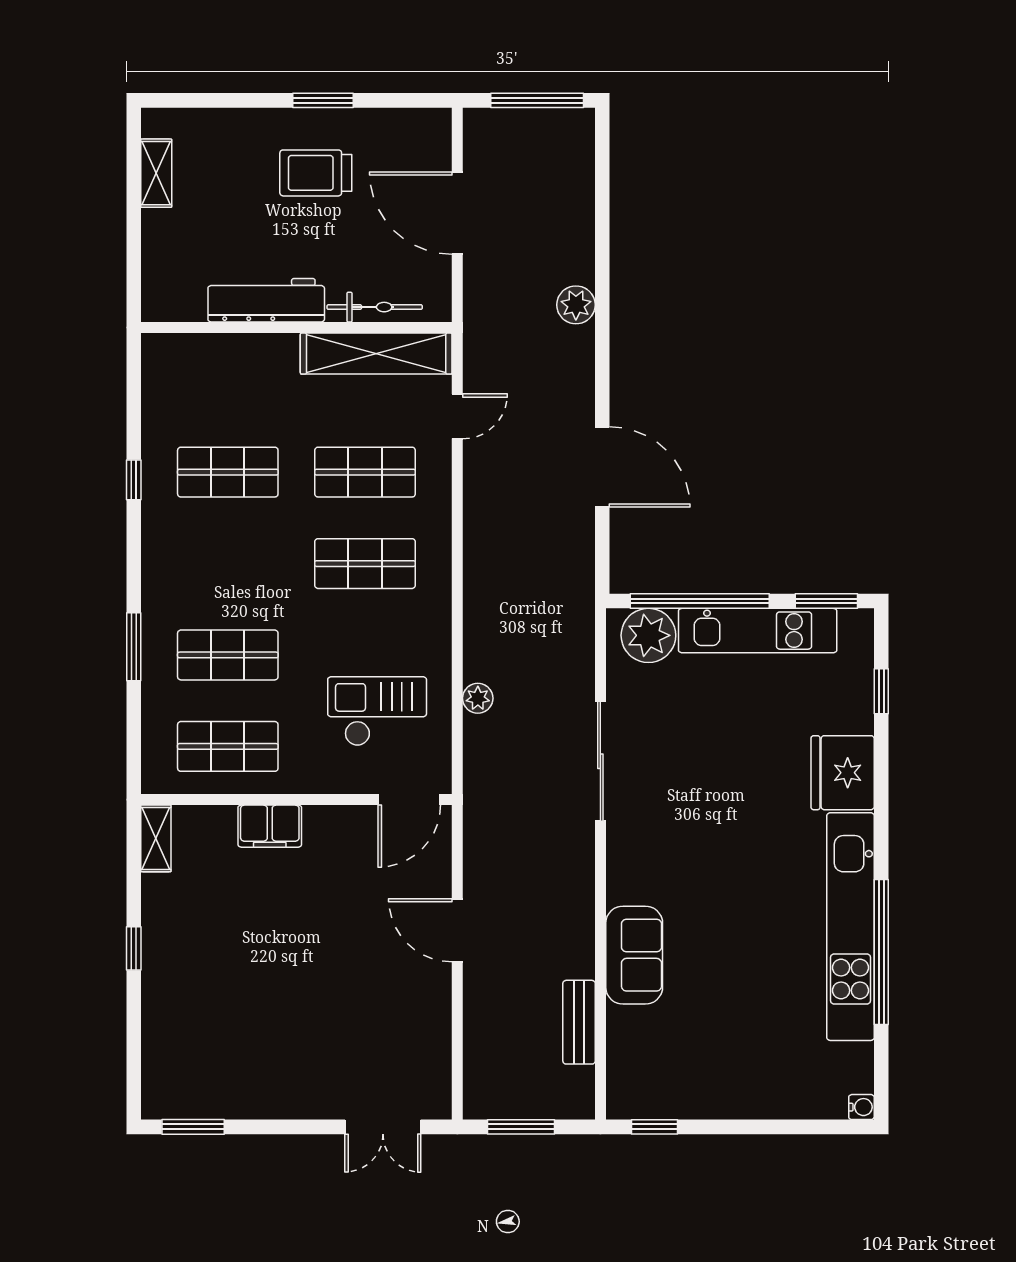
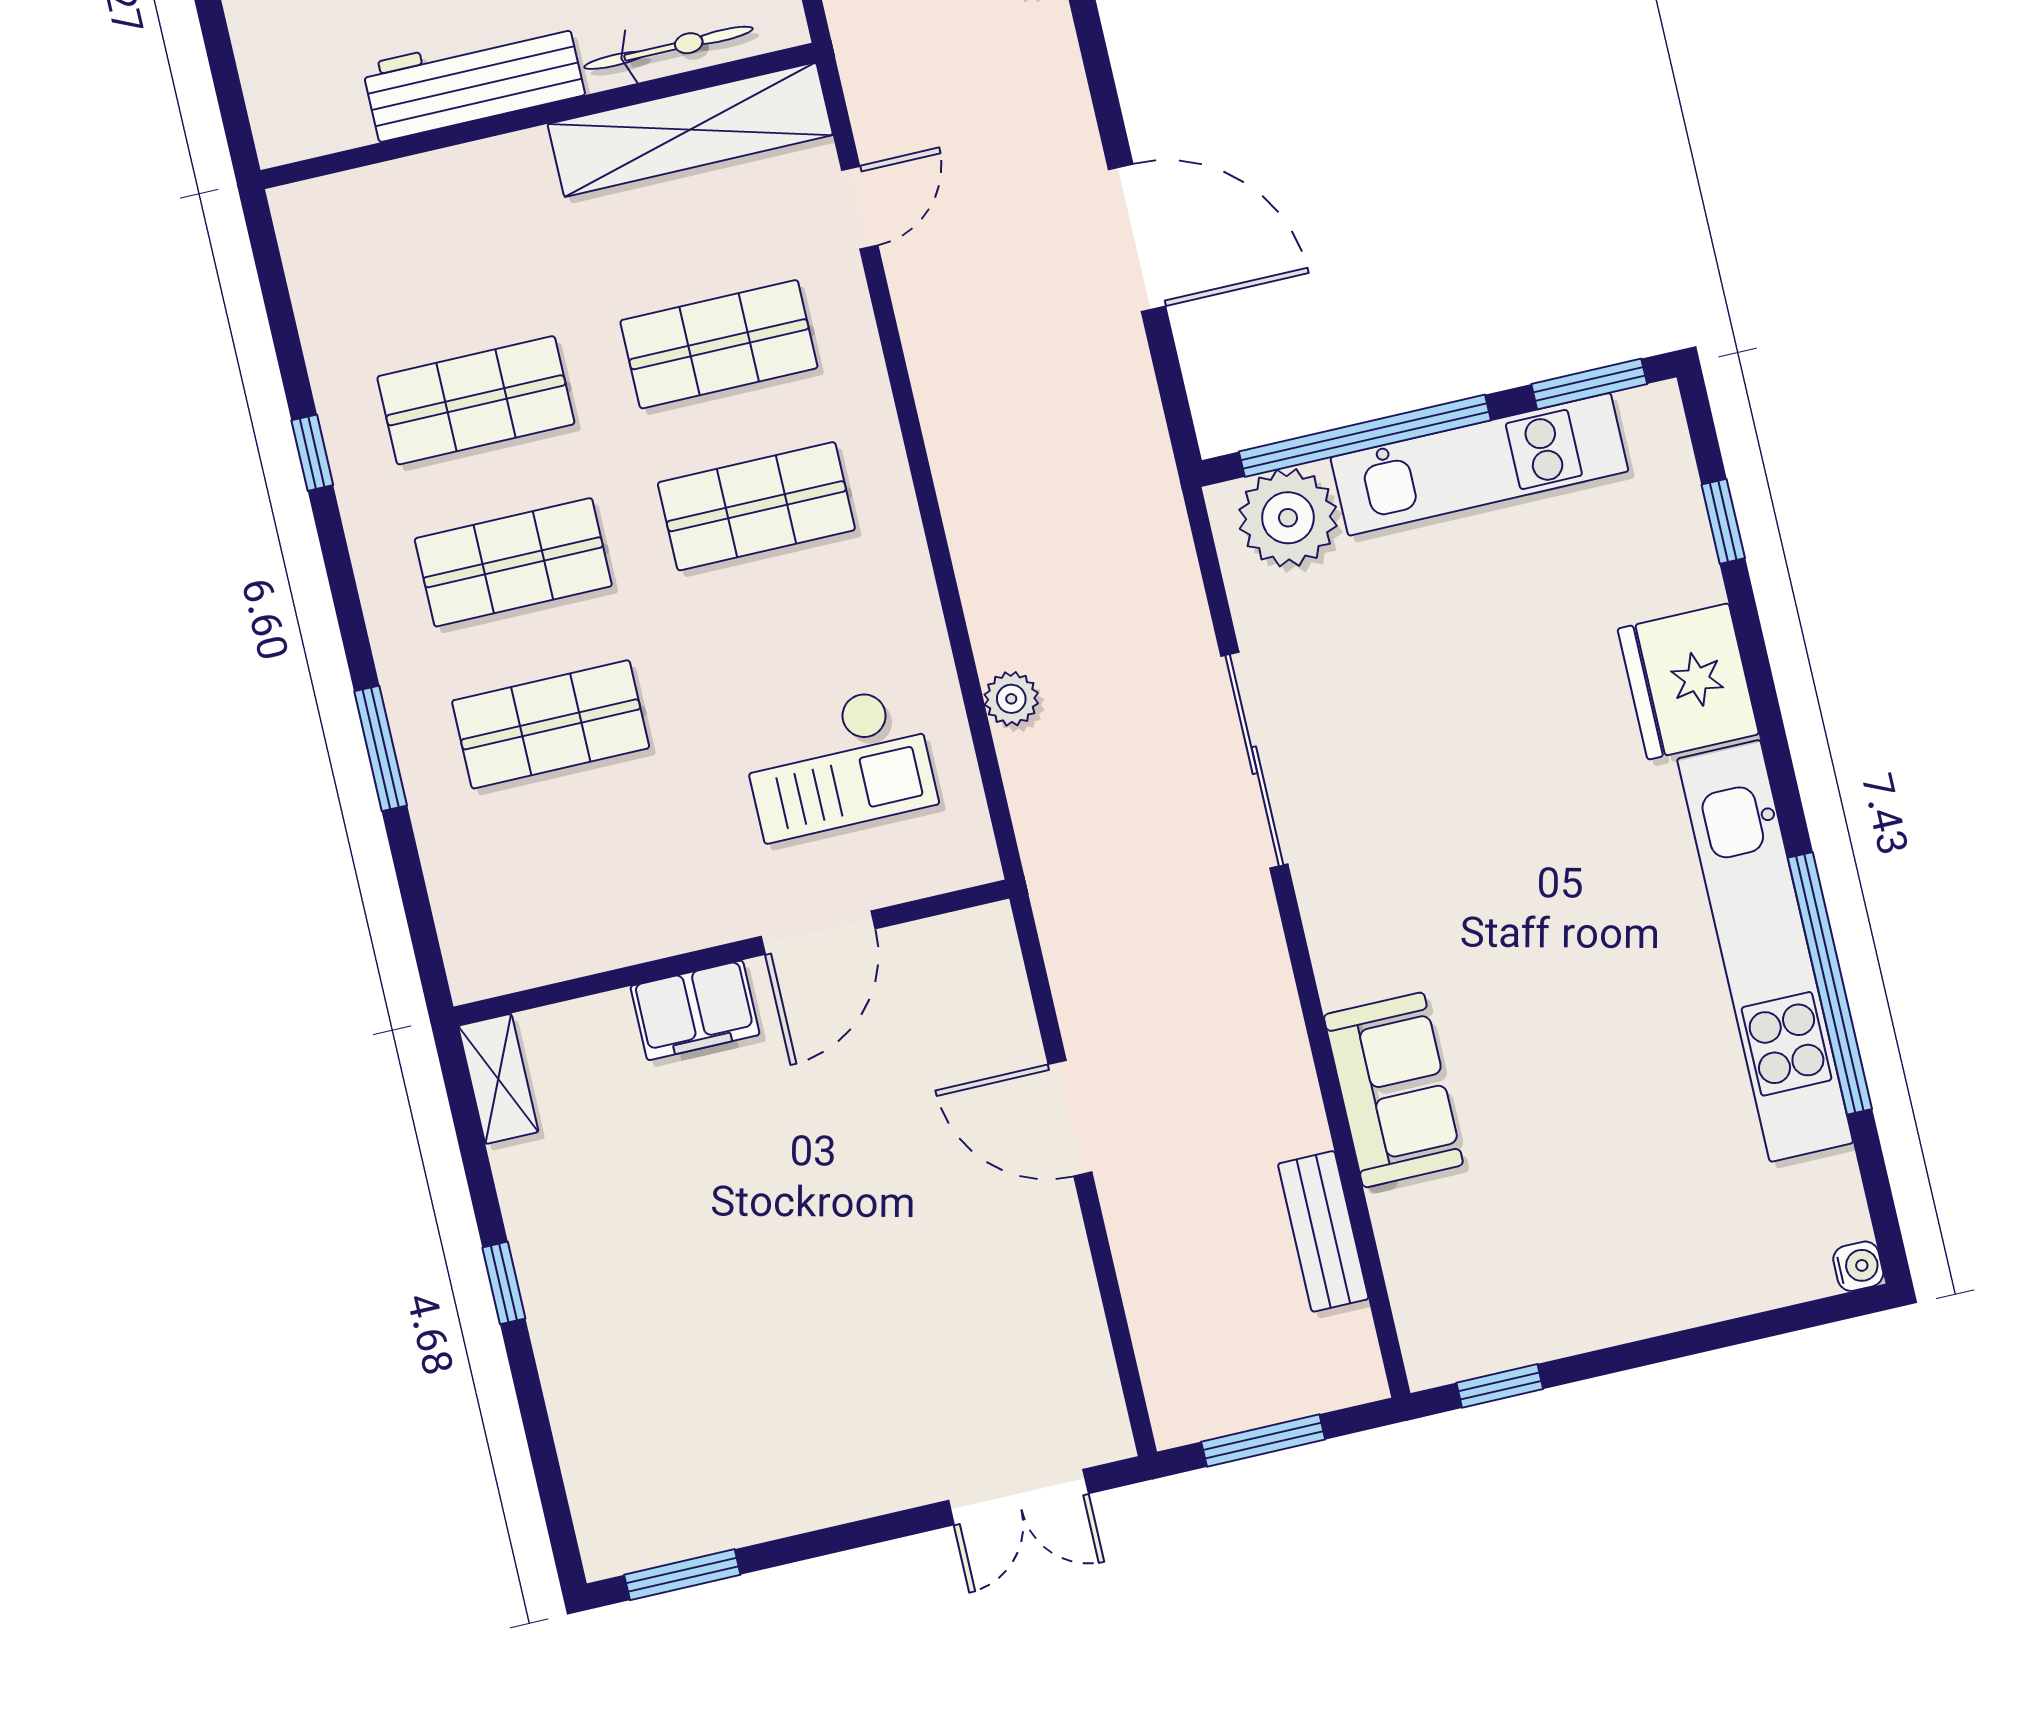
checkout: (377, 711) -> (838, 763), turned 180
shop shelf: (228, 746) -> (513, 562), moved
door: (409, 800) -> (818, 933), moved

